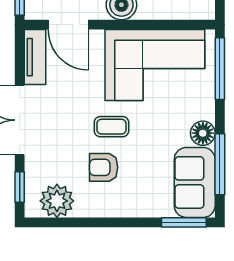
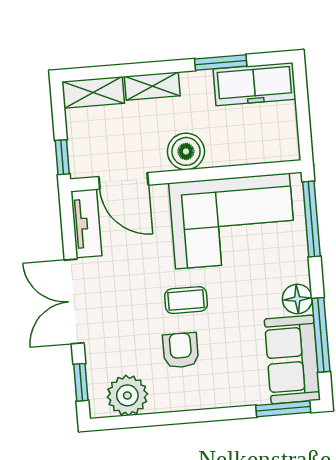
armchair: (104, 167) -> (181, 350), turned 90

